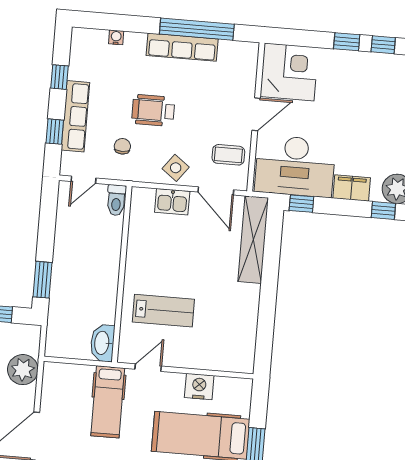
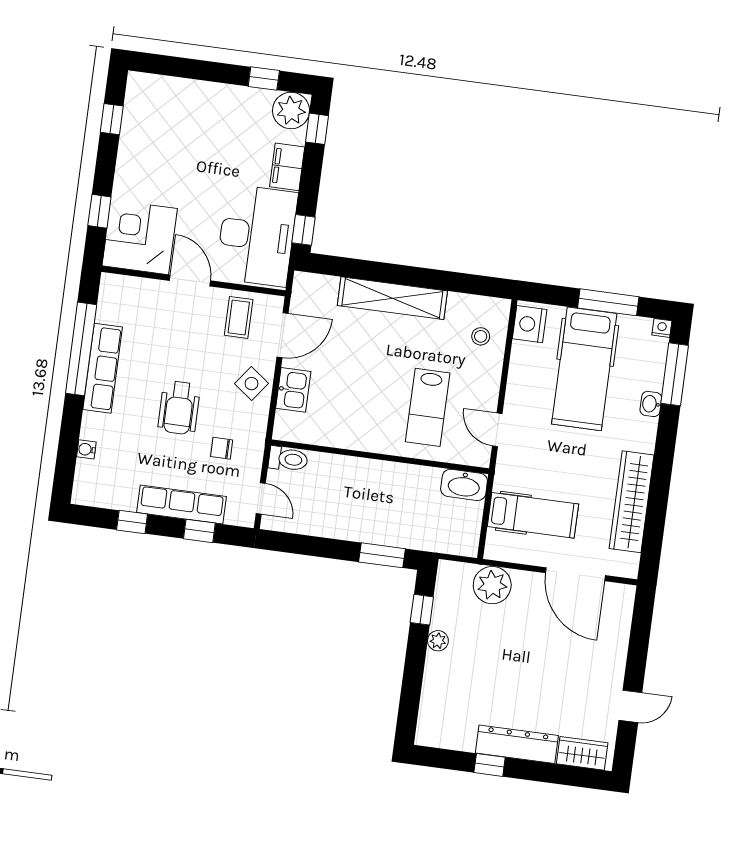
window: (347, 42) -> (99, 211), moved
shelving: (253, 240) -> (392, 298), moved
lab bench: (163, 311) -> (428, 407), turned 180
stool: (223, 351) -> (481, 336), added
nightstand: (199, 387) -> (530, 324), moved
hospital bed: (108, 402) -> (533, 515), moved

